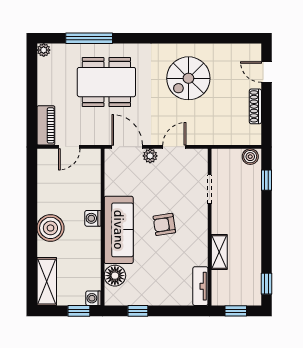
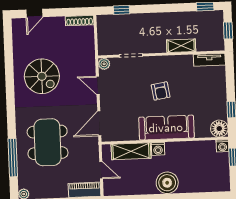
shoe rack: (255, 106) -> (80, 21), moved
plant: (150, 156) -> (104, 64), moved
boiler: (250, 157) -> (103, 24), removed
floor lamp: (115, 276) -> (219, 129), moved
shelving: (47, 282) -> (131, 151), moved

